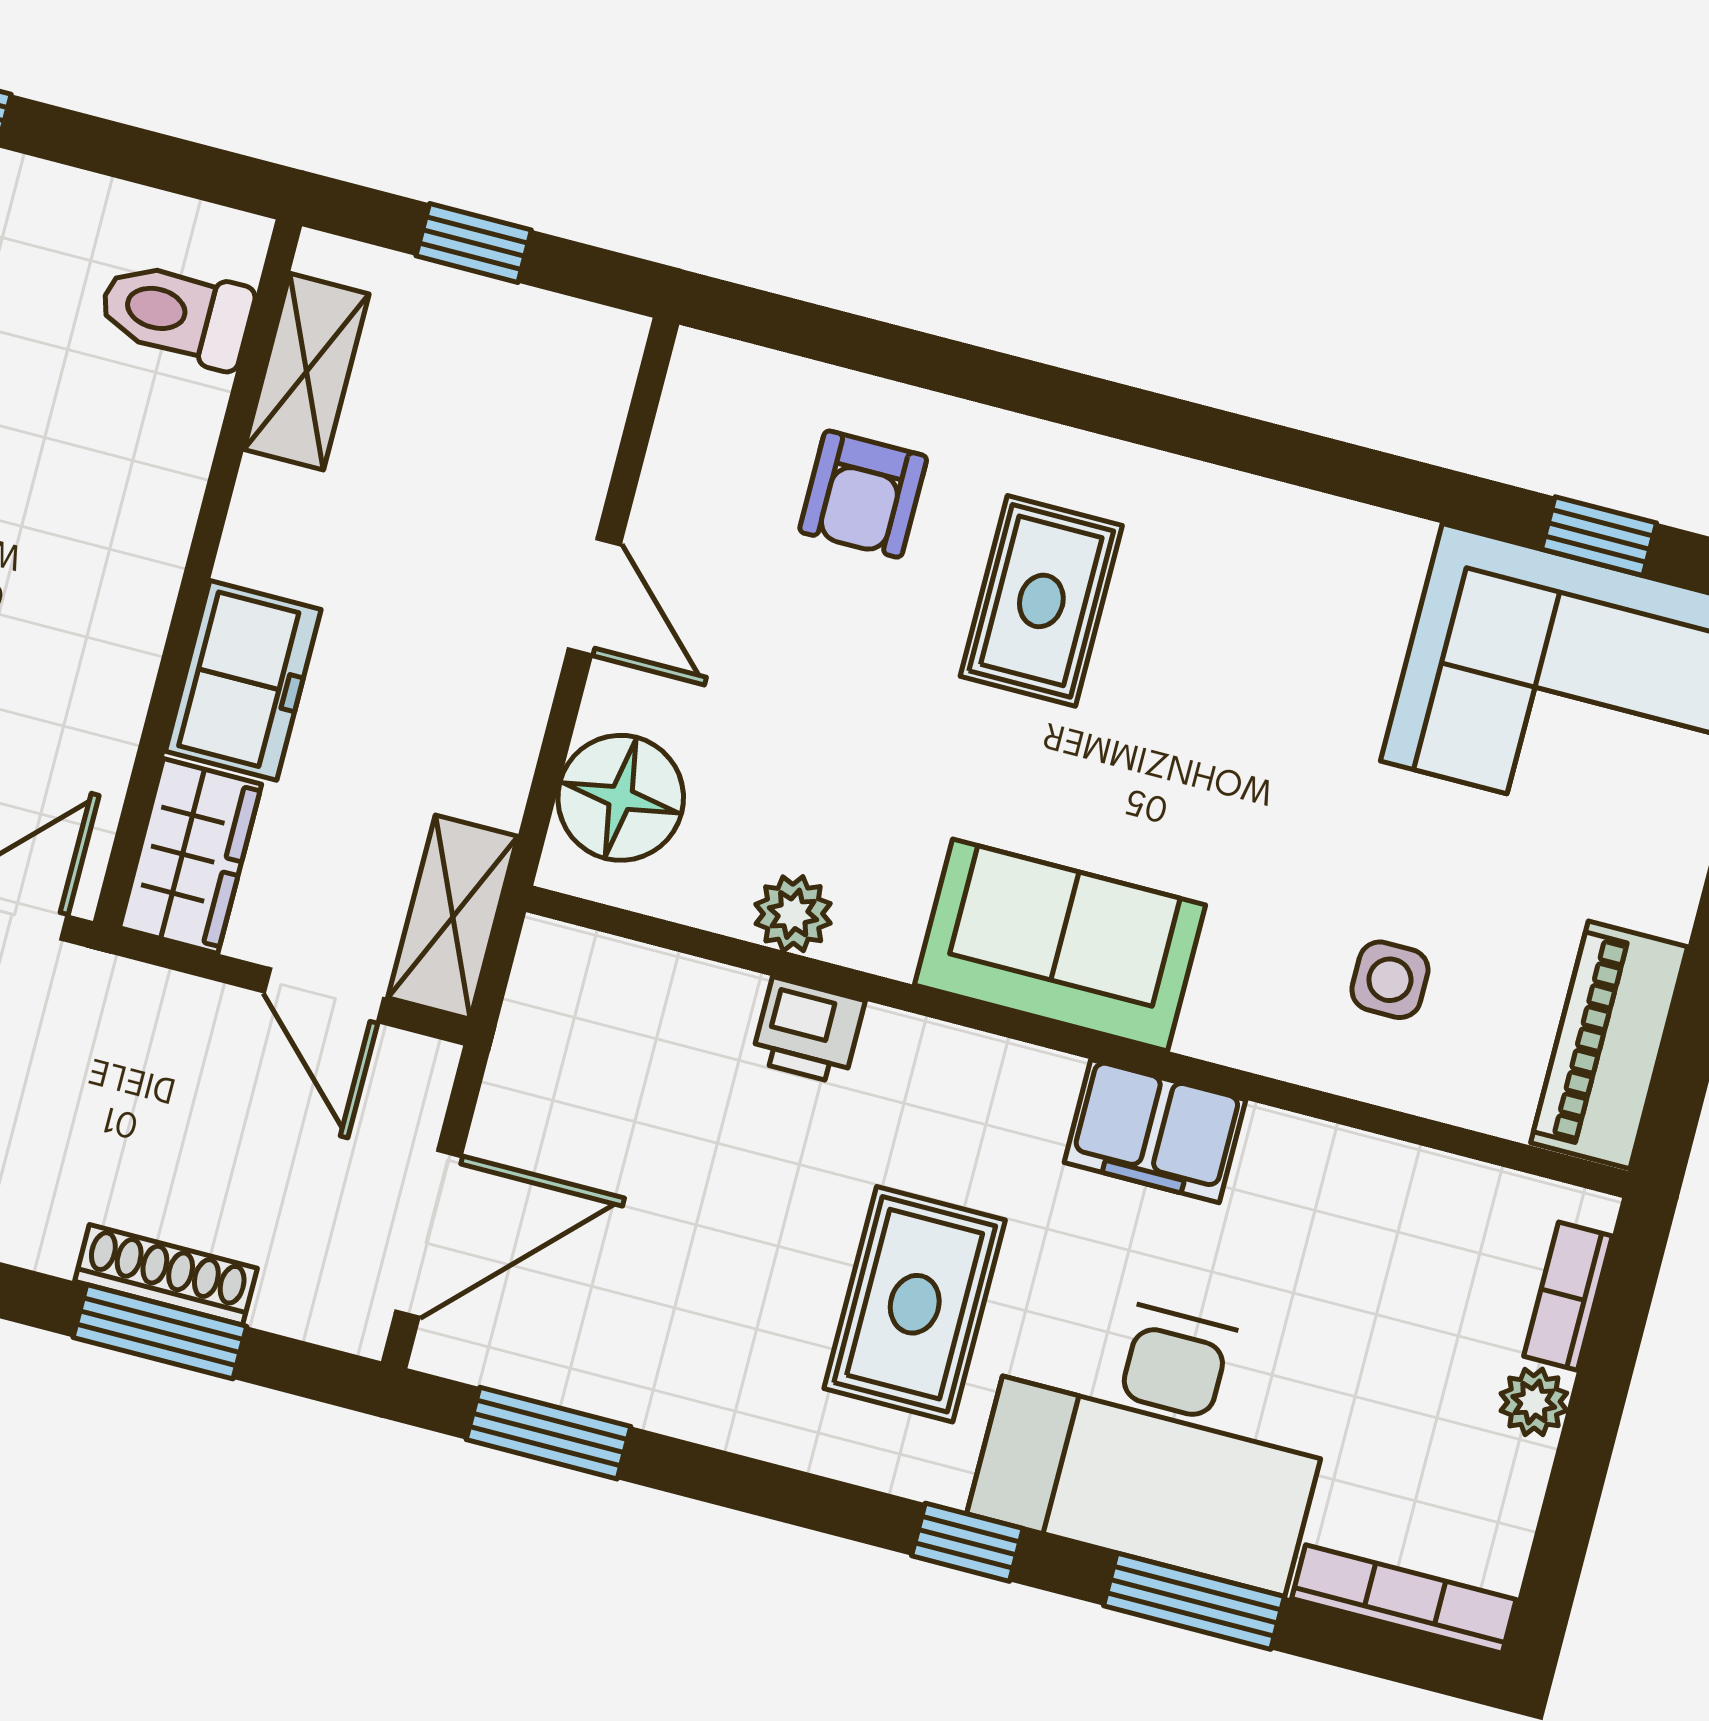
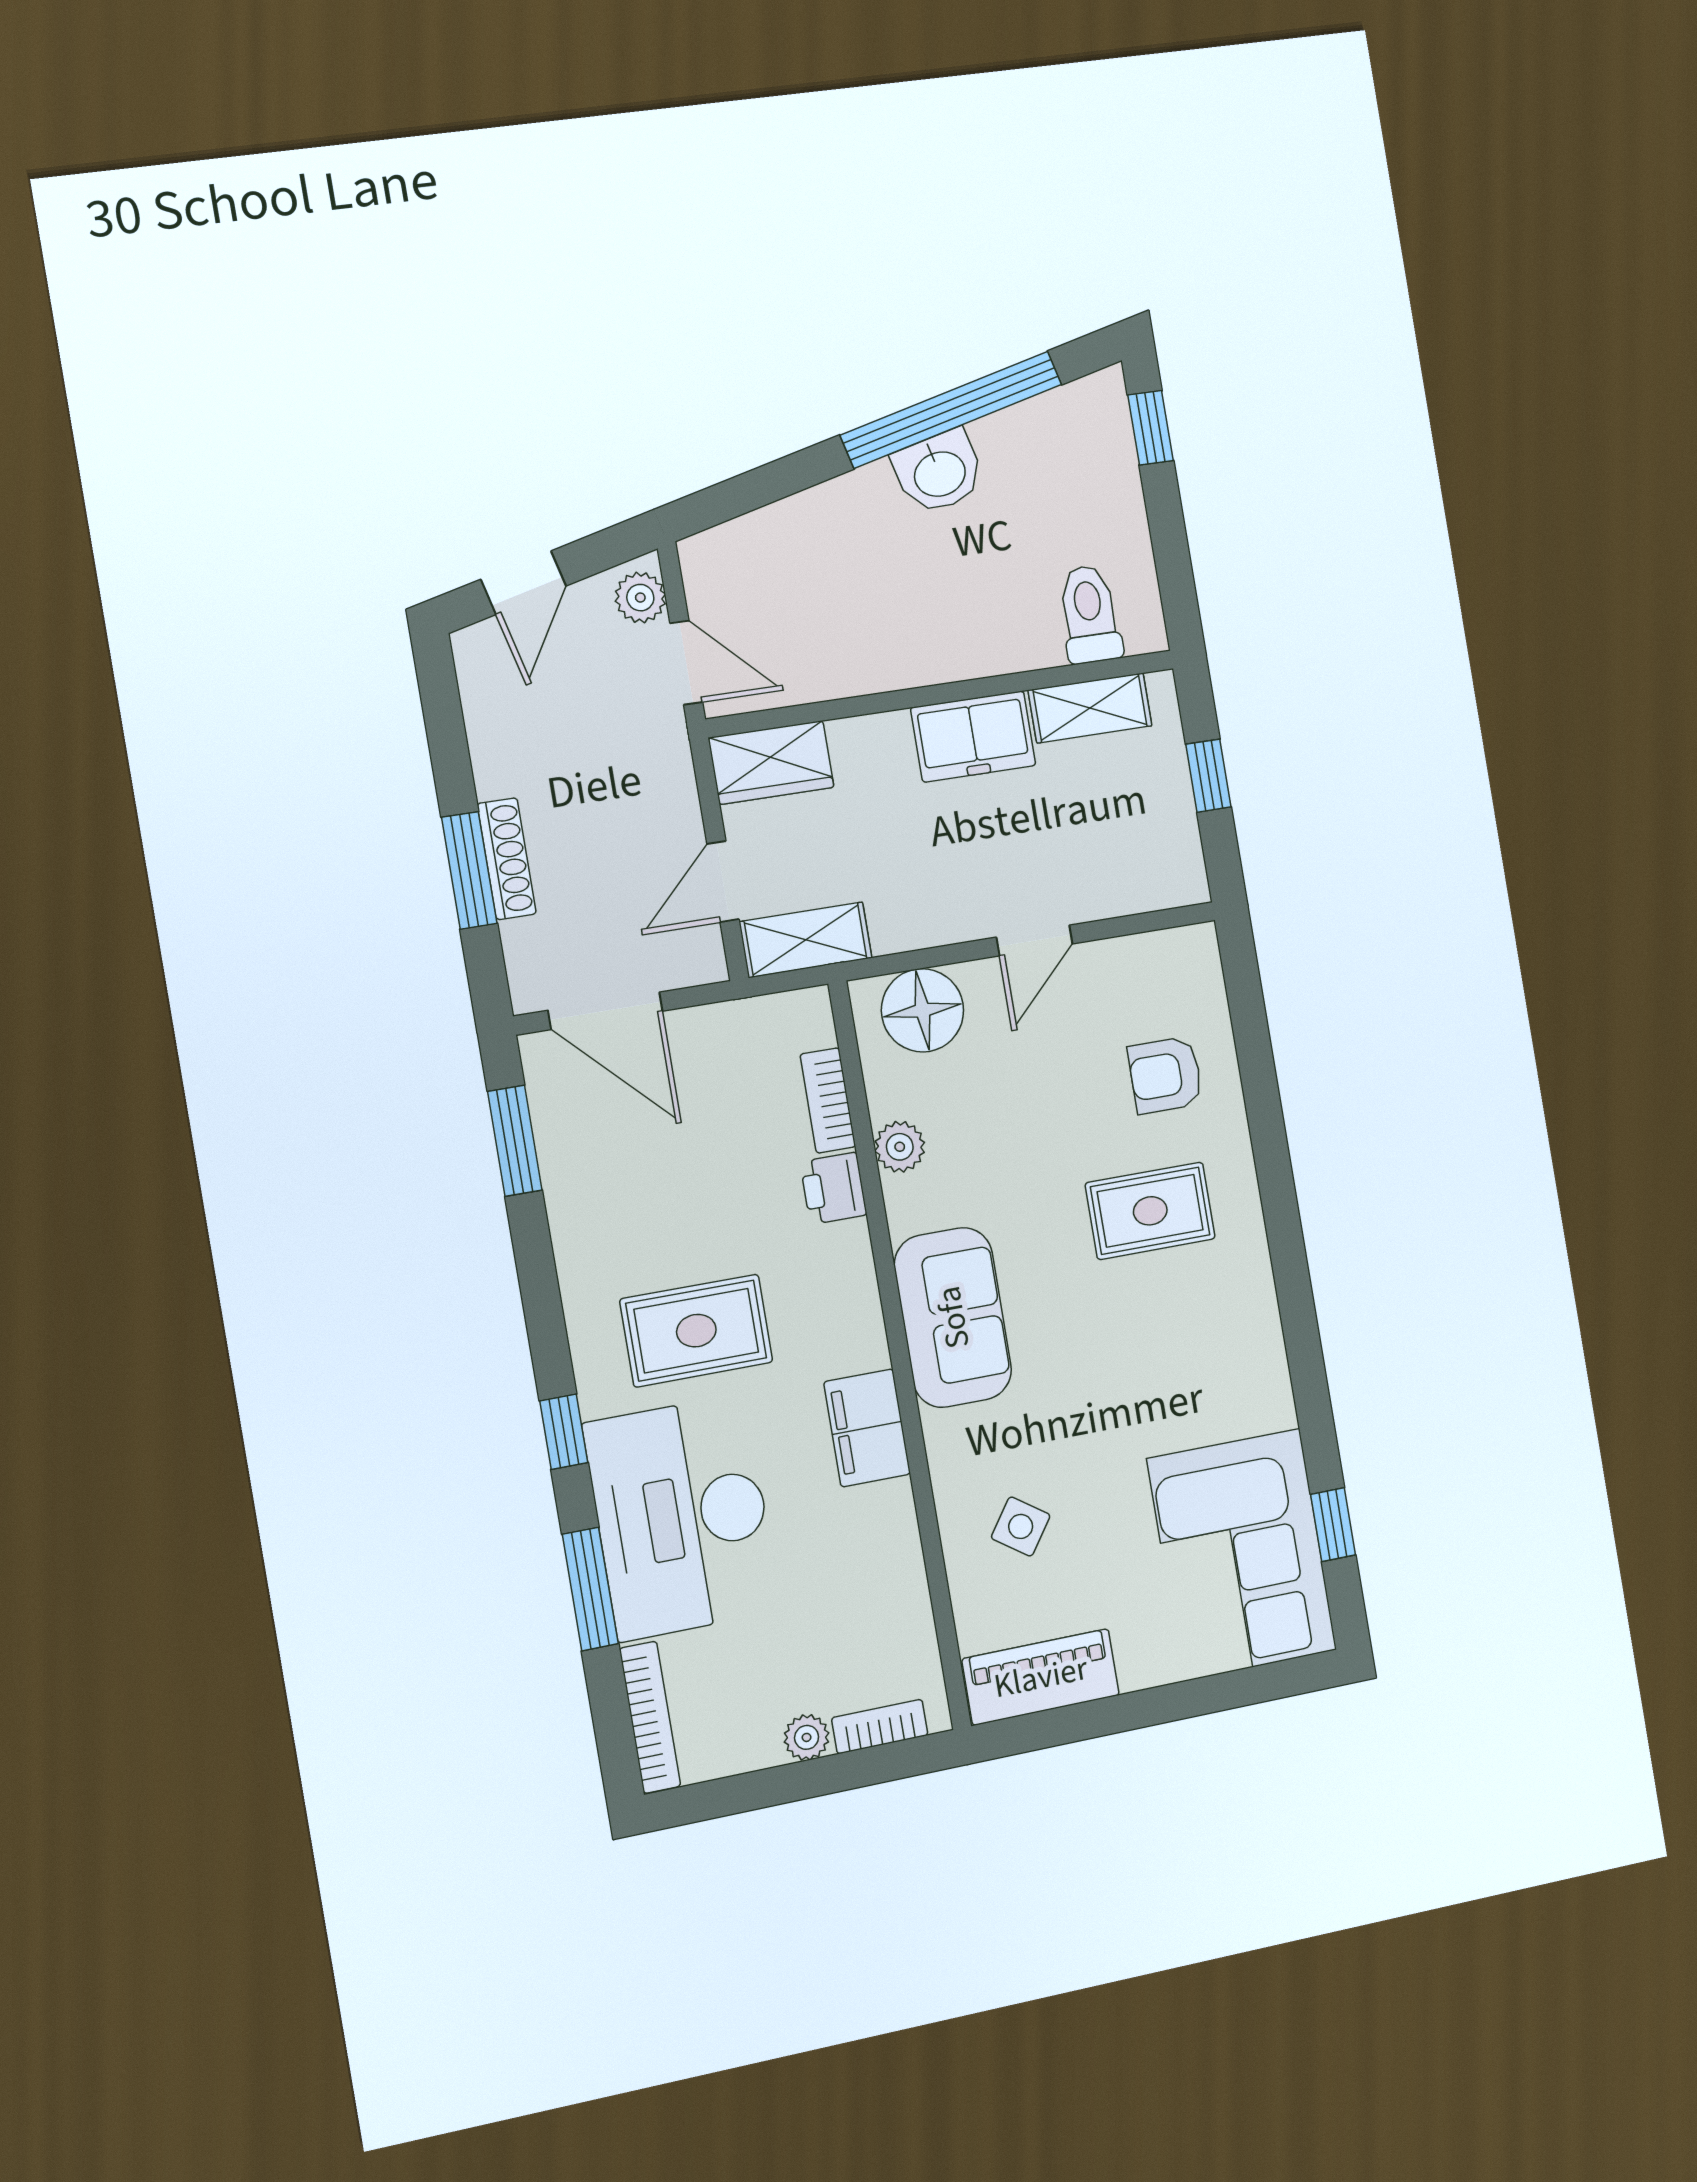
freezer: (243, 680) -> (973, 737), moved
side table: (1390, 980) -> (1021, 1526), turned 35
bookcase: (685, 985) -> (828, 1100), added

